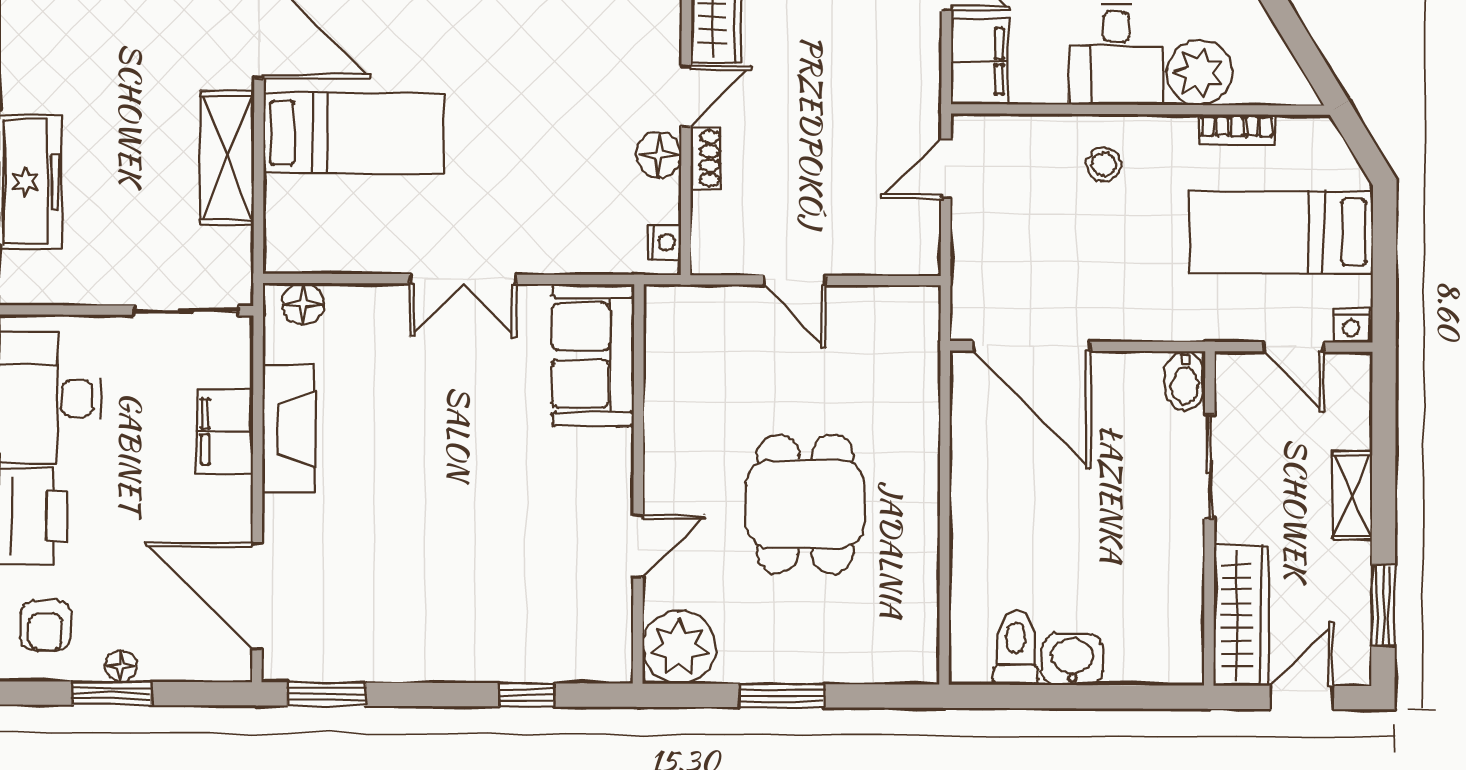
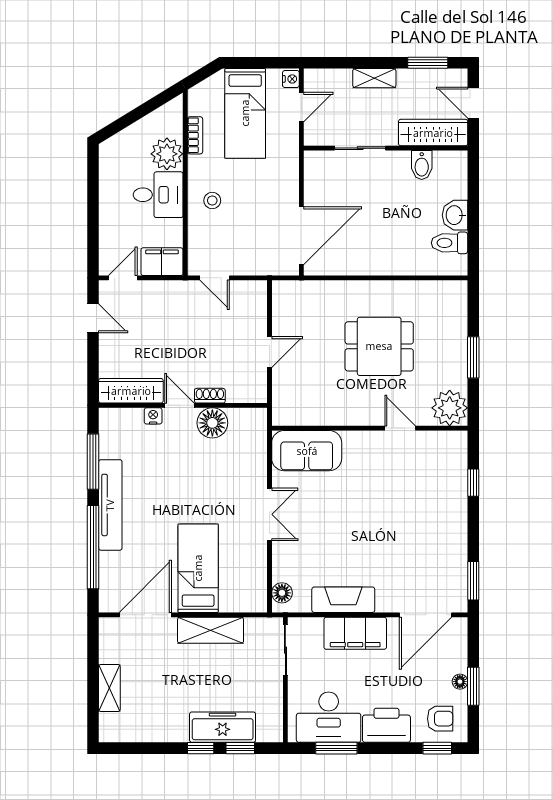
floor lamp: (659, 155) -> (212, 423), width x1.38, depth x1.38
nightstand: (664, 242) -> (153, 416), moved
bidet: (1185, 381) -> (422, 165), moved, turned 90
filing cabinet: (225, 432) -> (355, 633), width x1.50, depth x1.17

